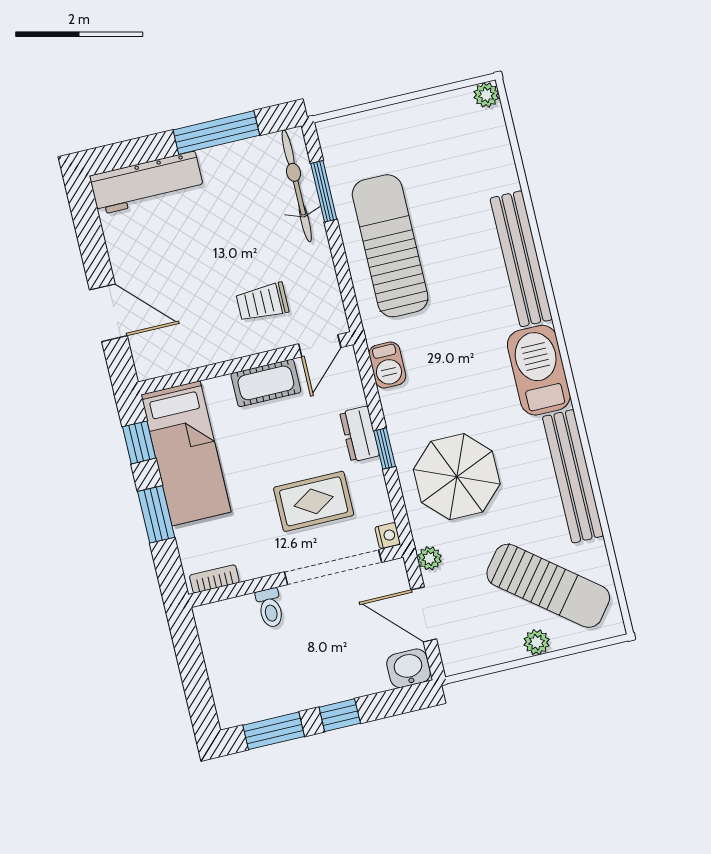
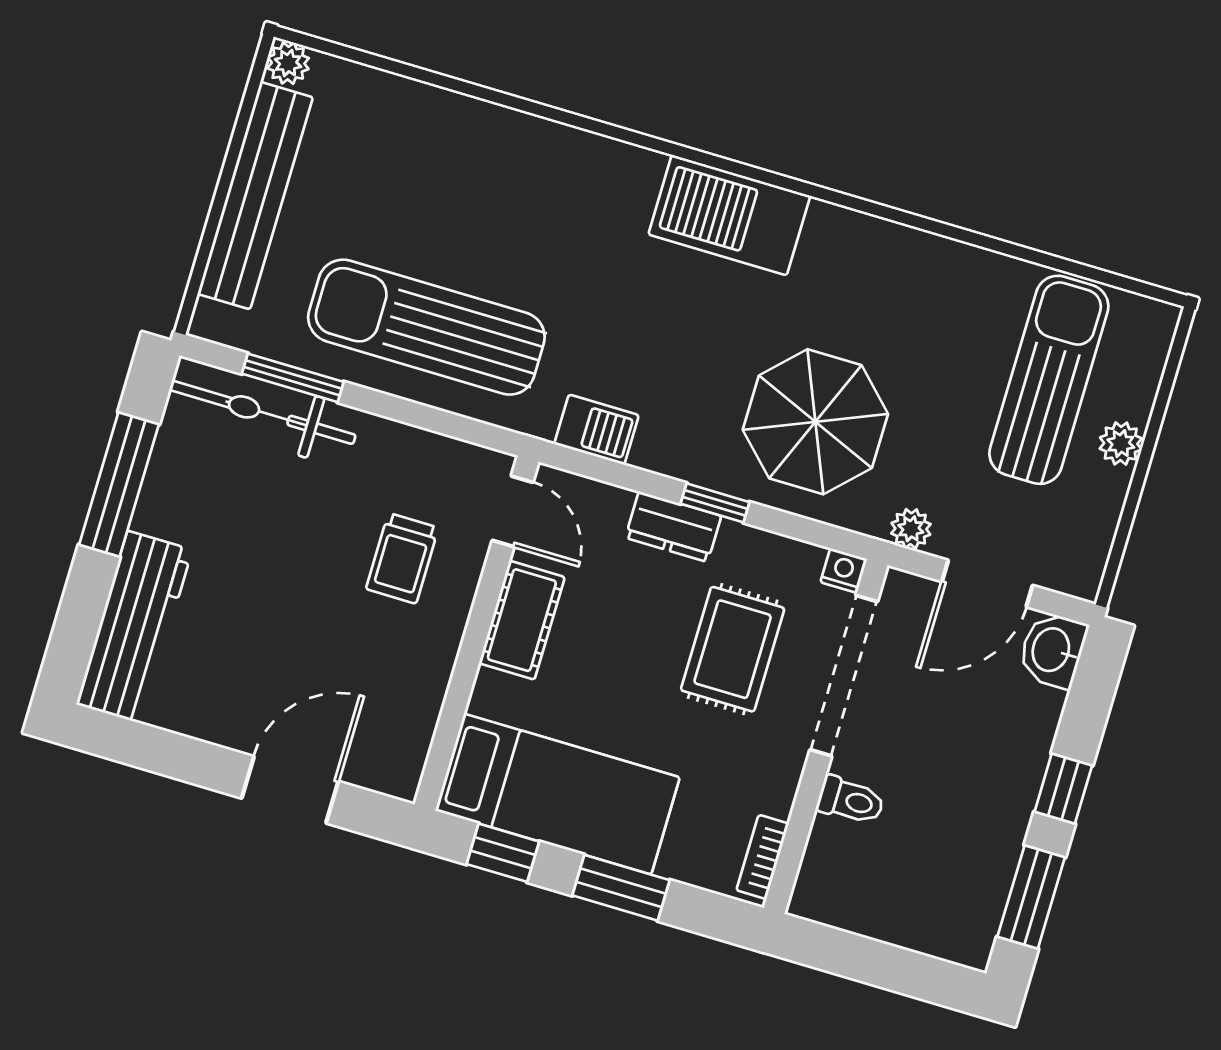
bench: (521, 259) -> (255, 196), moved, turned 90
bench: (573, 476) -> (911, 254), removed
sun lounger: (548, 586) -> (1049, 380), turned -38

